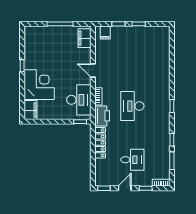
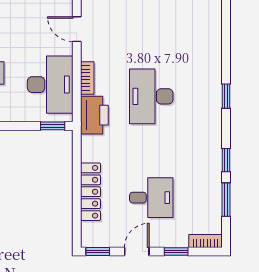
locker: (100, 143) -> (91, 192), moved

